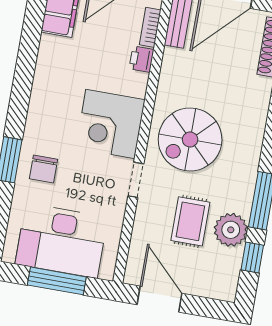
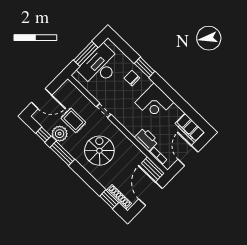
printer: (142, 59) -> (146, 139), width x1.87, depth x1.48
corner desk: (110, 124) -> (154, 102), moved, turned 180
spiral stairs: (190, 139) -> (99, 151), moved
door: (160, 299) -> (42, 99), moved

